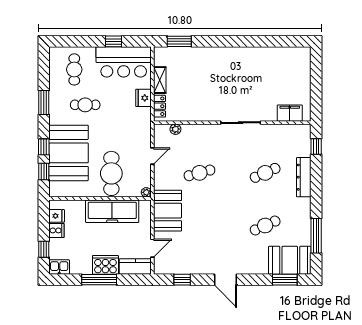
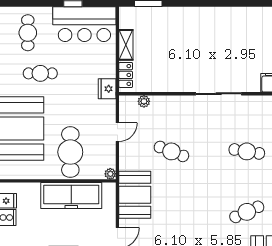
fridge: (143, 98) -> (107, 89), moved
cafe table: (199, 173) -> (171, 151), turned 36
cafe table: (265, 173) -> (247, 151), turned 33

